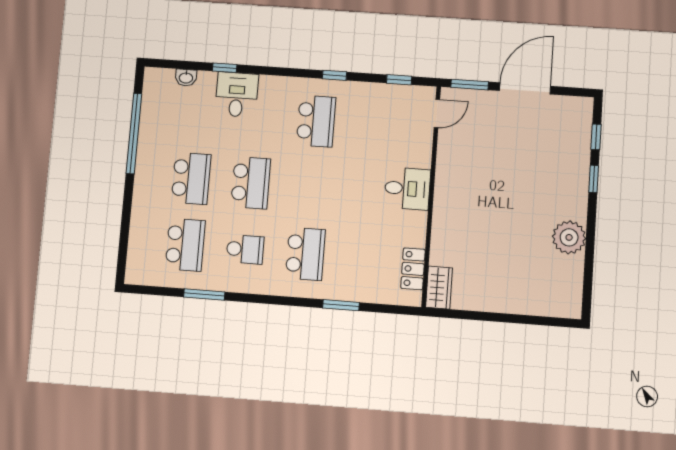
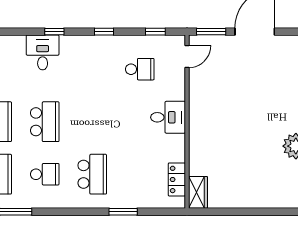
window: (225, 68) -> (54, 32), moved
desk: (237, 95) -> (43, 52), moved
school desk: (316, 121) -> (140, 69), moved, width x0.54

